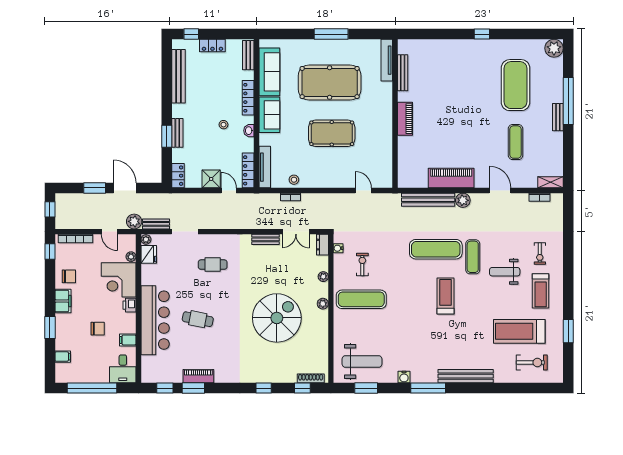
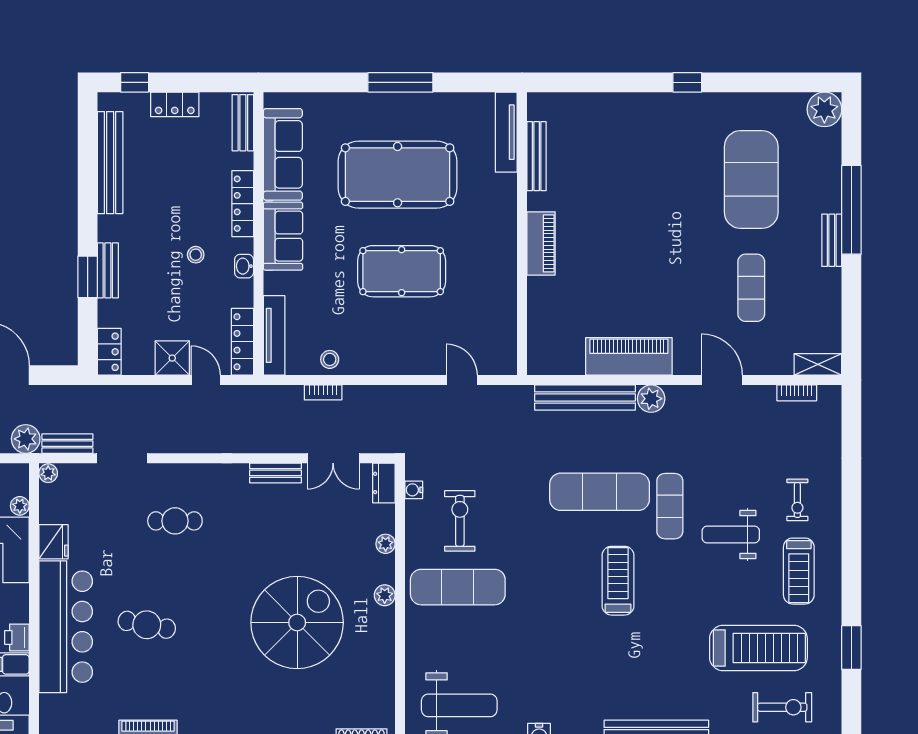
fridge: (149, 254) -> (53, 542), moved
exercise bike: (362, 265) -> (460, 521), width x1.38, depth x1.39
printer: (129, 305) -> (17, 638), moved
treadmill: (519, 331) -> (758, 648), turned 180

